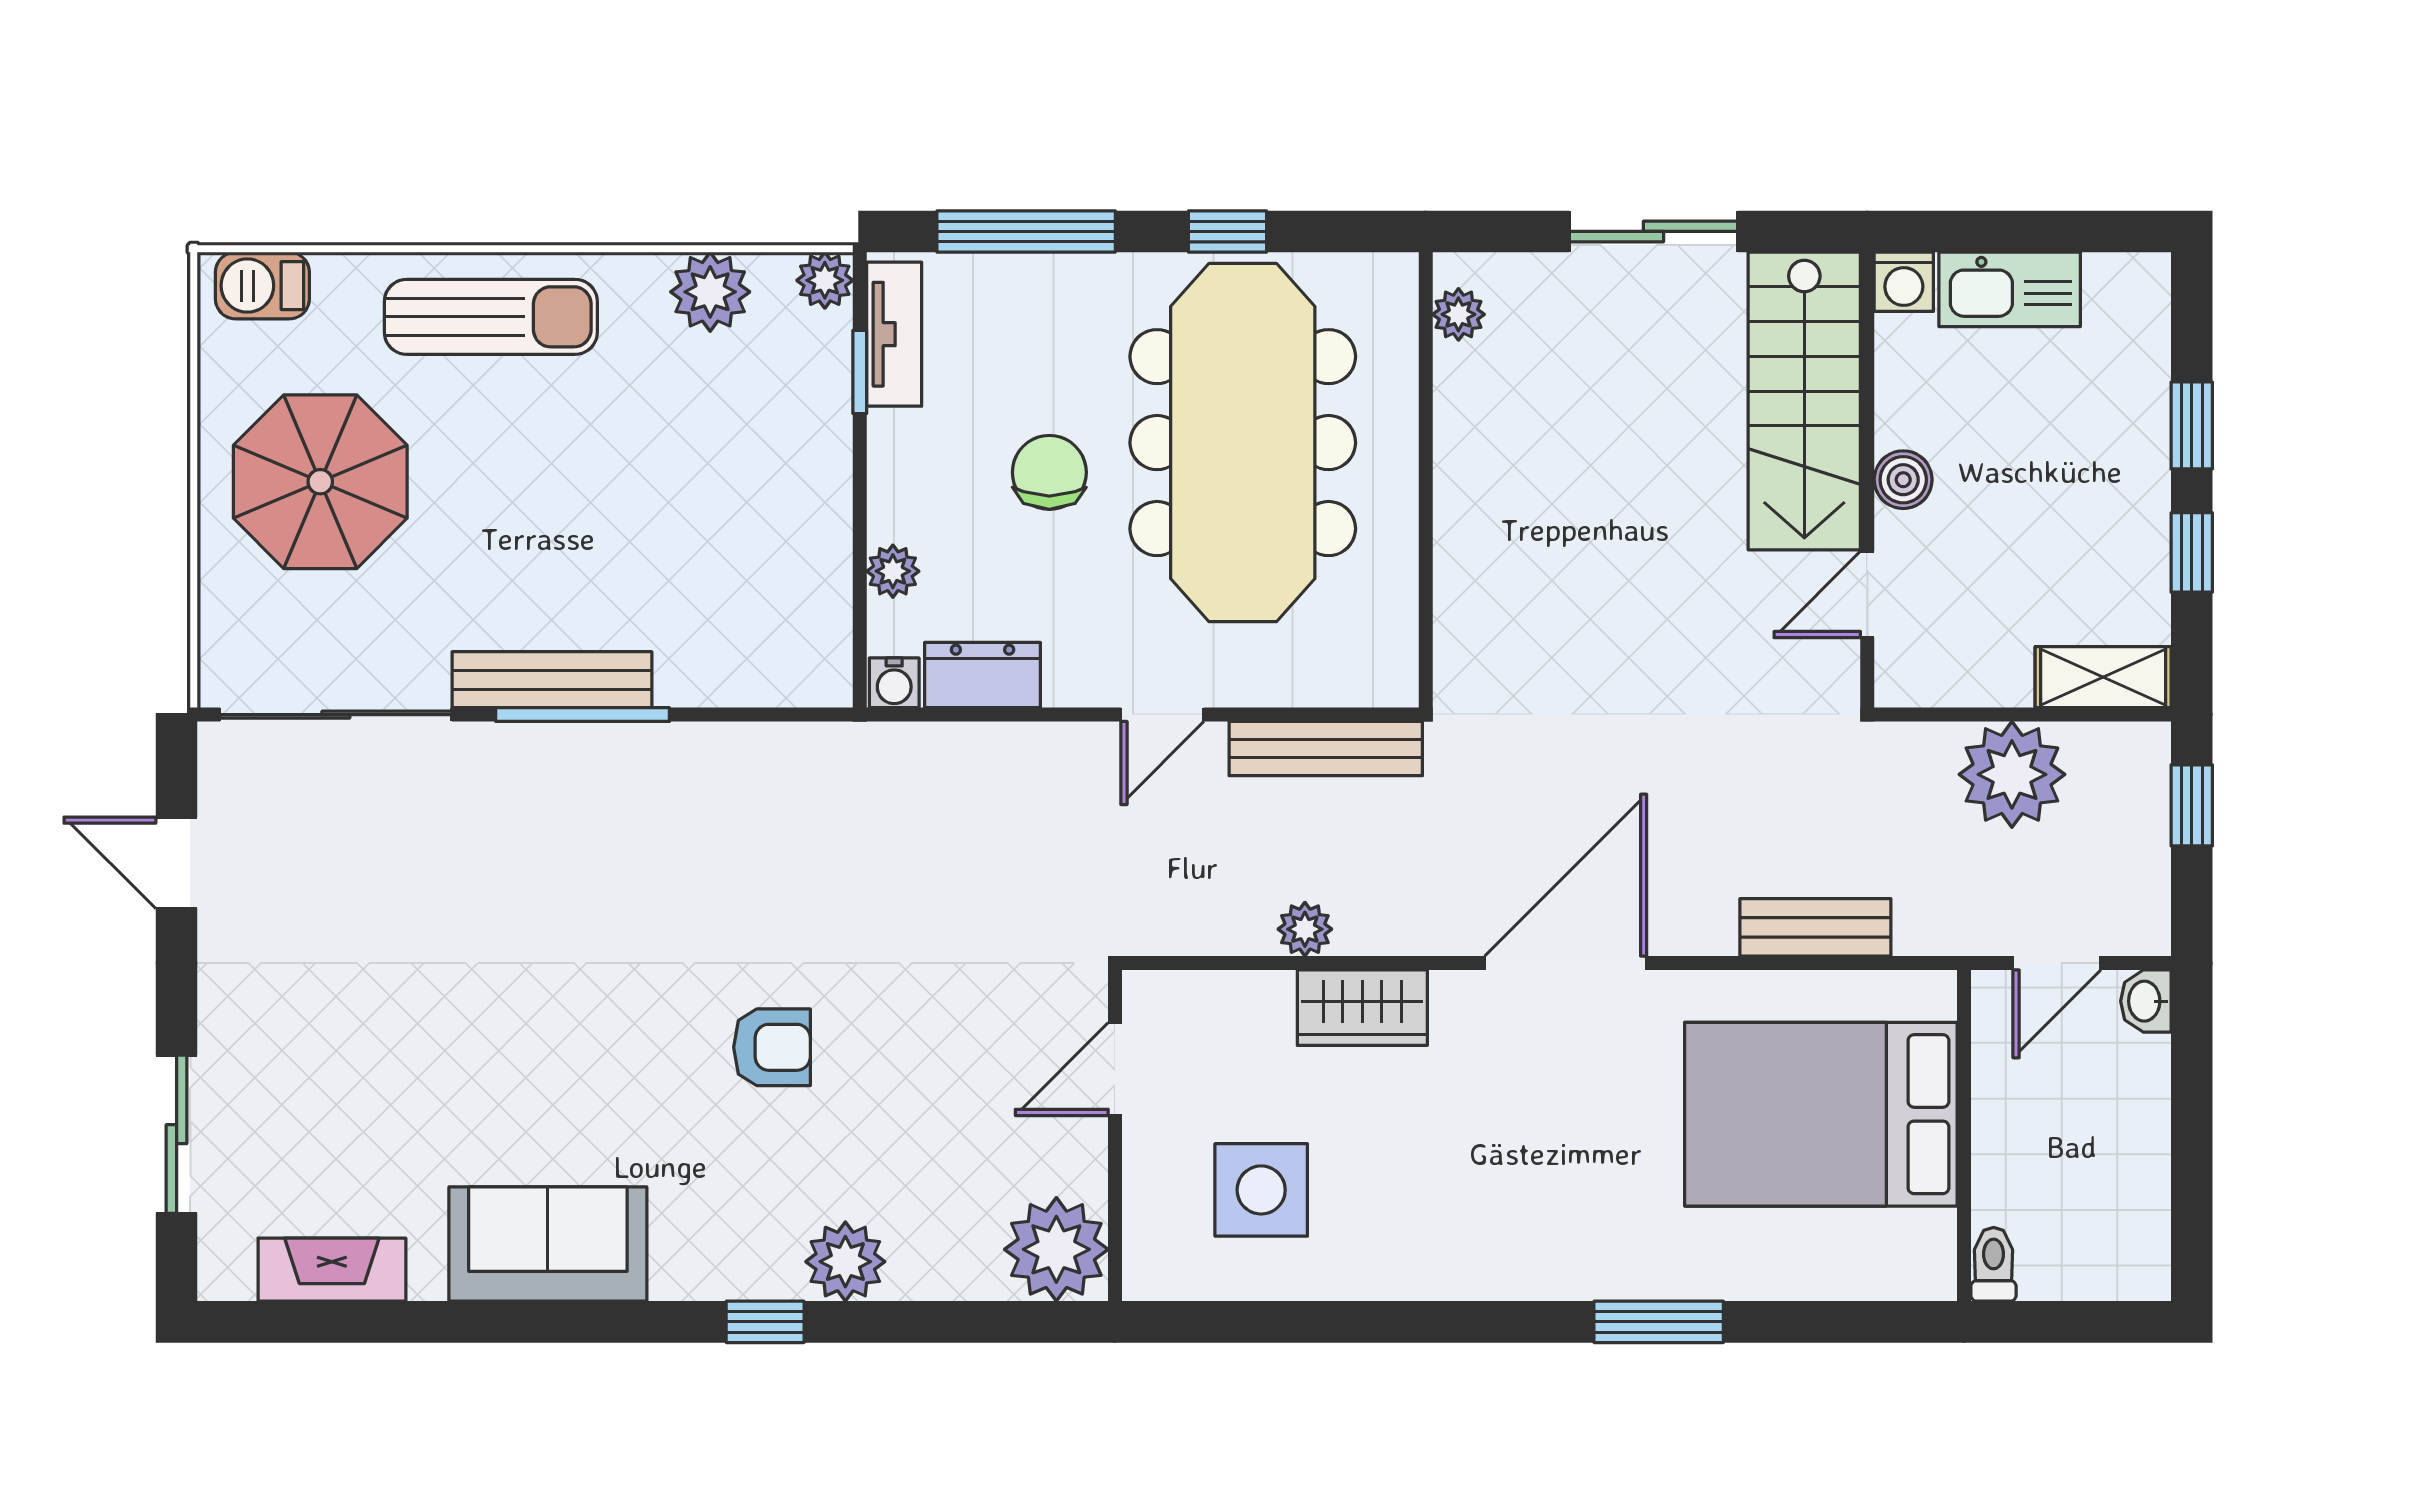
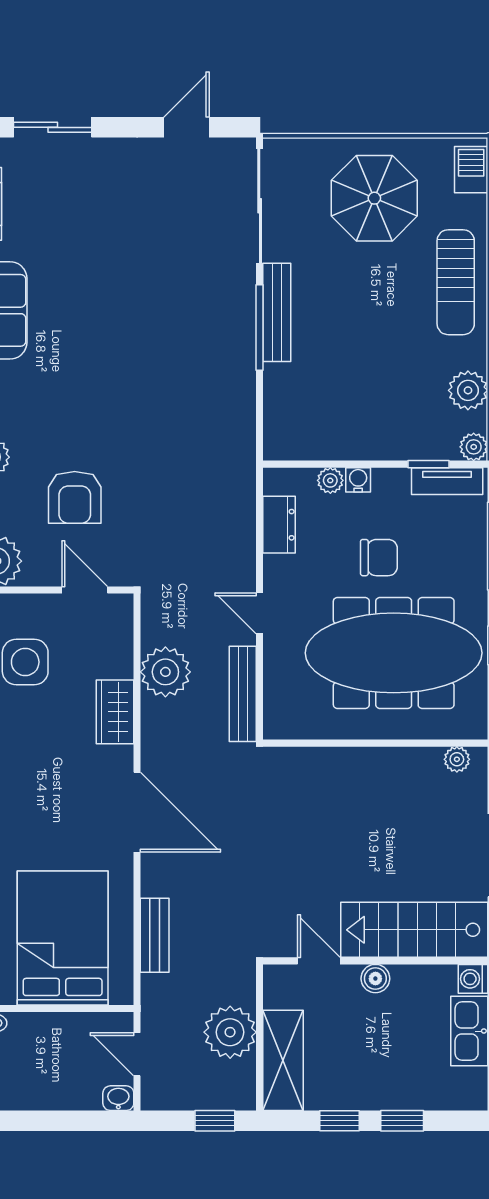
shelving: (2103, 677) -> (283, 1060), width x1.50, depth x1.33
water cooler: (894, 683) -> (358, 480), moved, turned 90
plant: (1305, 929) -> (165, 672), width x1.87, depth x1.87
armchair: (772, 1047) -> (75, 497), moved, width x1.38, depth x1.38

